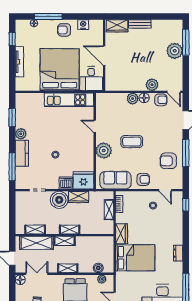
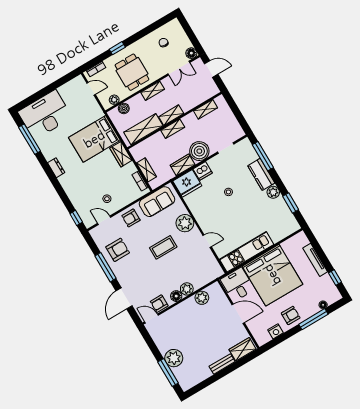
plant: (152, 85) -> (202, 298), moved
shelving: (36, 243) -> (143, 129), moved

